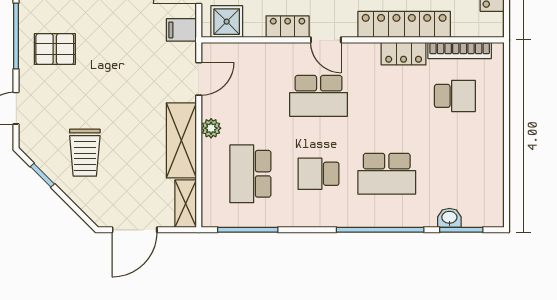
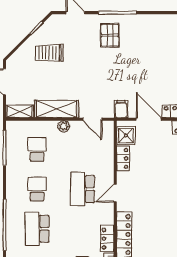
locker: (288, 27) -> (123, 158), moved
school desk: (250, 174) -> (37, 149), width x0.54

